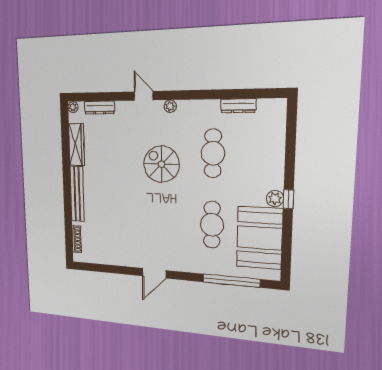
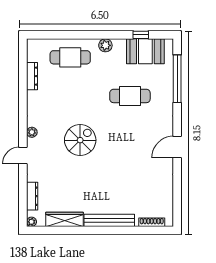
cafe table: (213, 153) -> (70, 57), moved
spiral stairs: (161, 164) -> (80, 140), turned 180
window: (288, 199) -> (141, 35), moved
booth: (259, 238) -> (145, 51), width x0.73, depth x0.70
door: (154, 273) -> (177, 147), swing flipped

